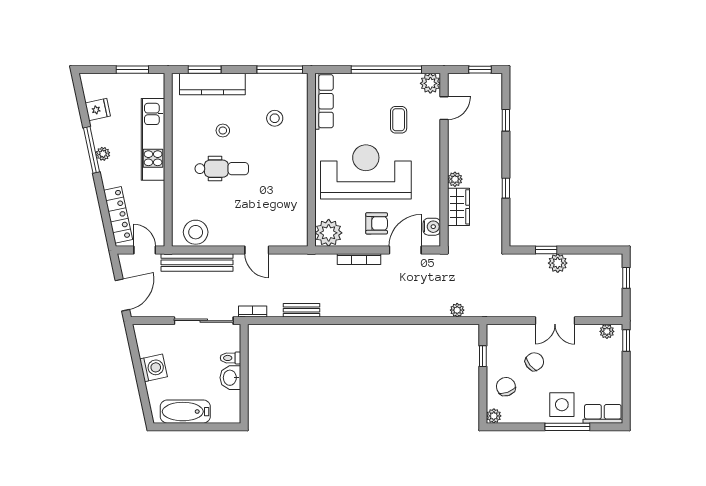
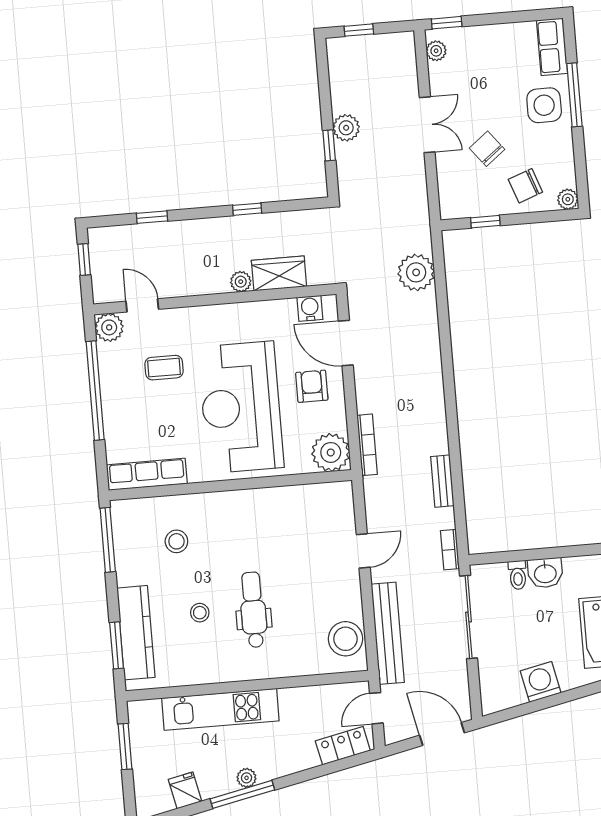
locker: (118, 215) -> (343, 746), width x0.66
bookcase: (359, 259) -> (367, 445), moved
plant: (457, 310) -> (416, 272), width x1.88, depth x1.88

